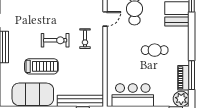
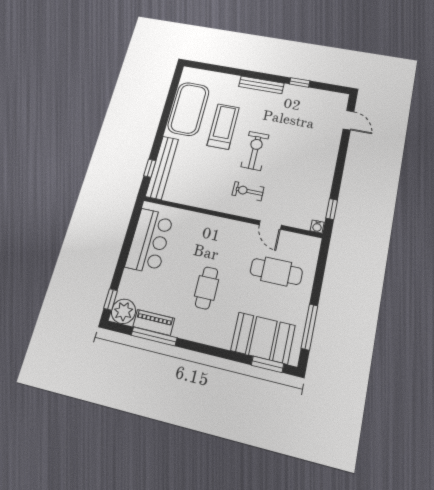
exercise bike: (55, 40) -> (255, 151), turned 180
treadmill: (41, 66) -> (223, 126), turned 180

